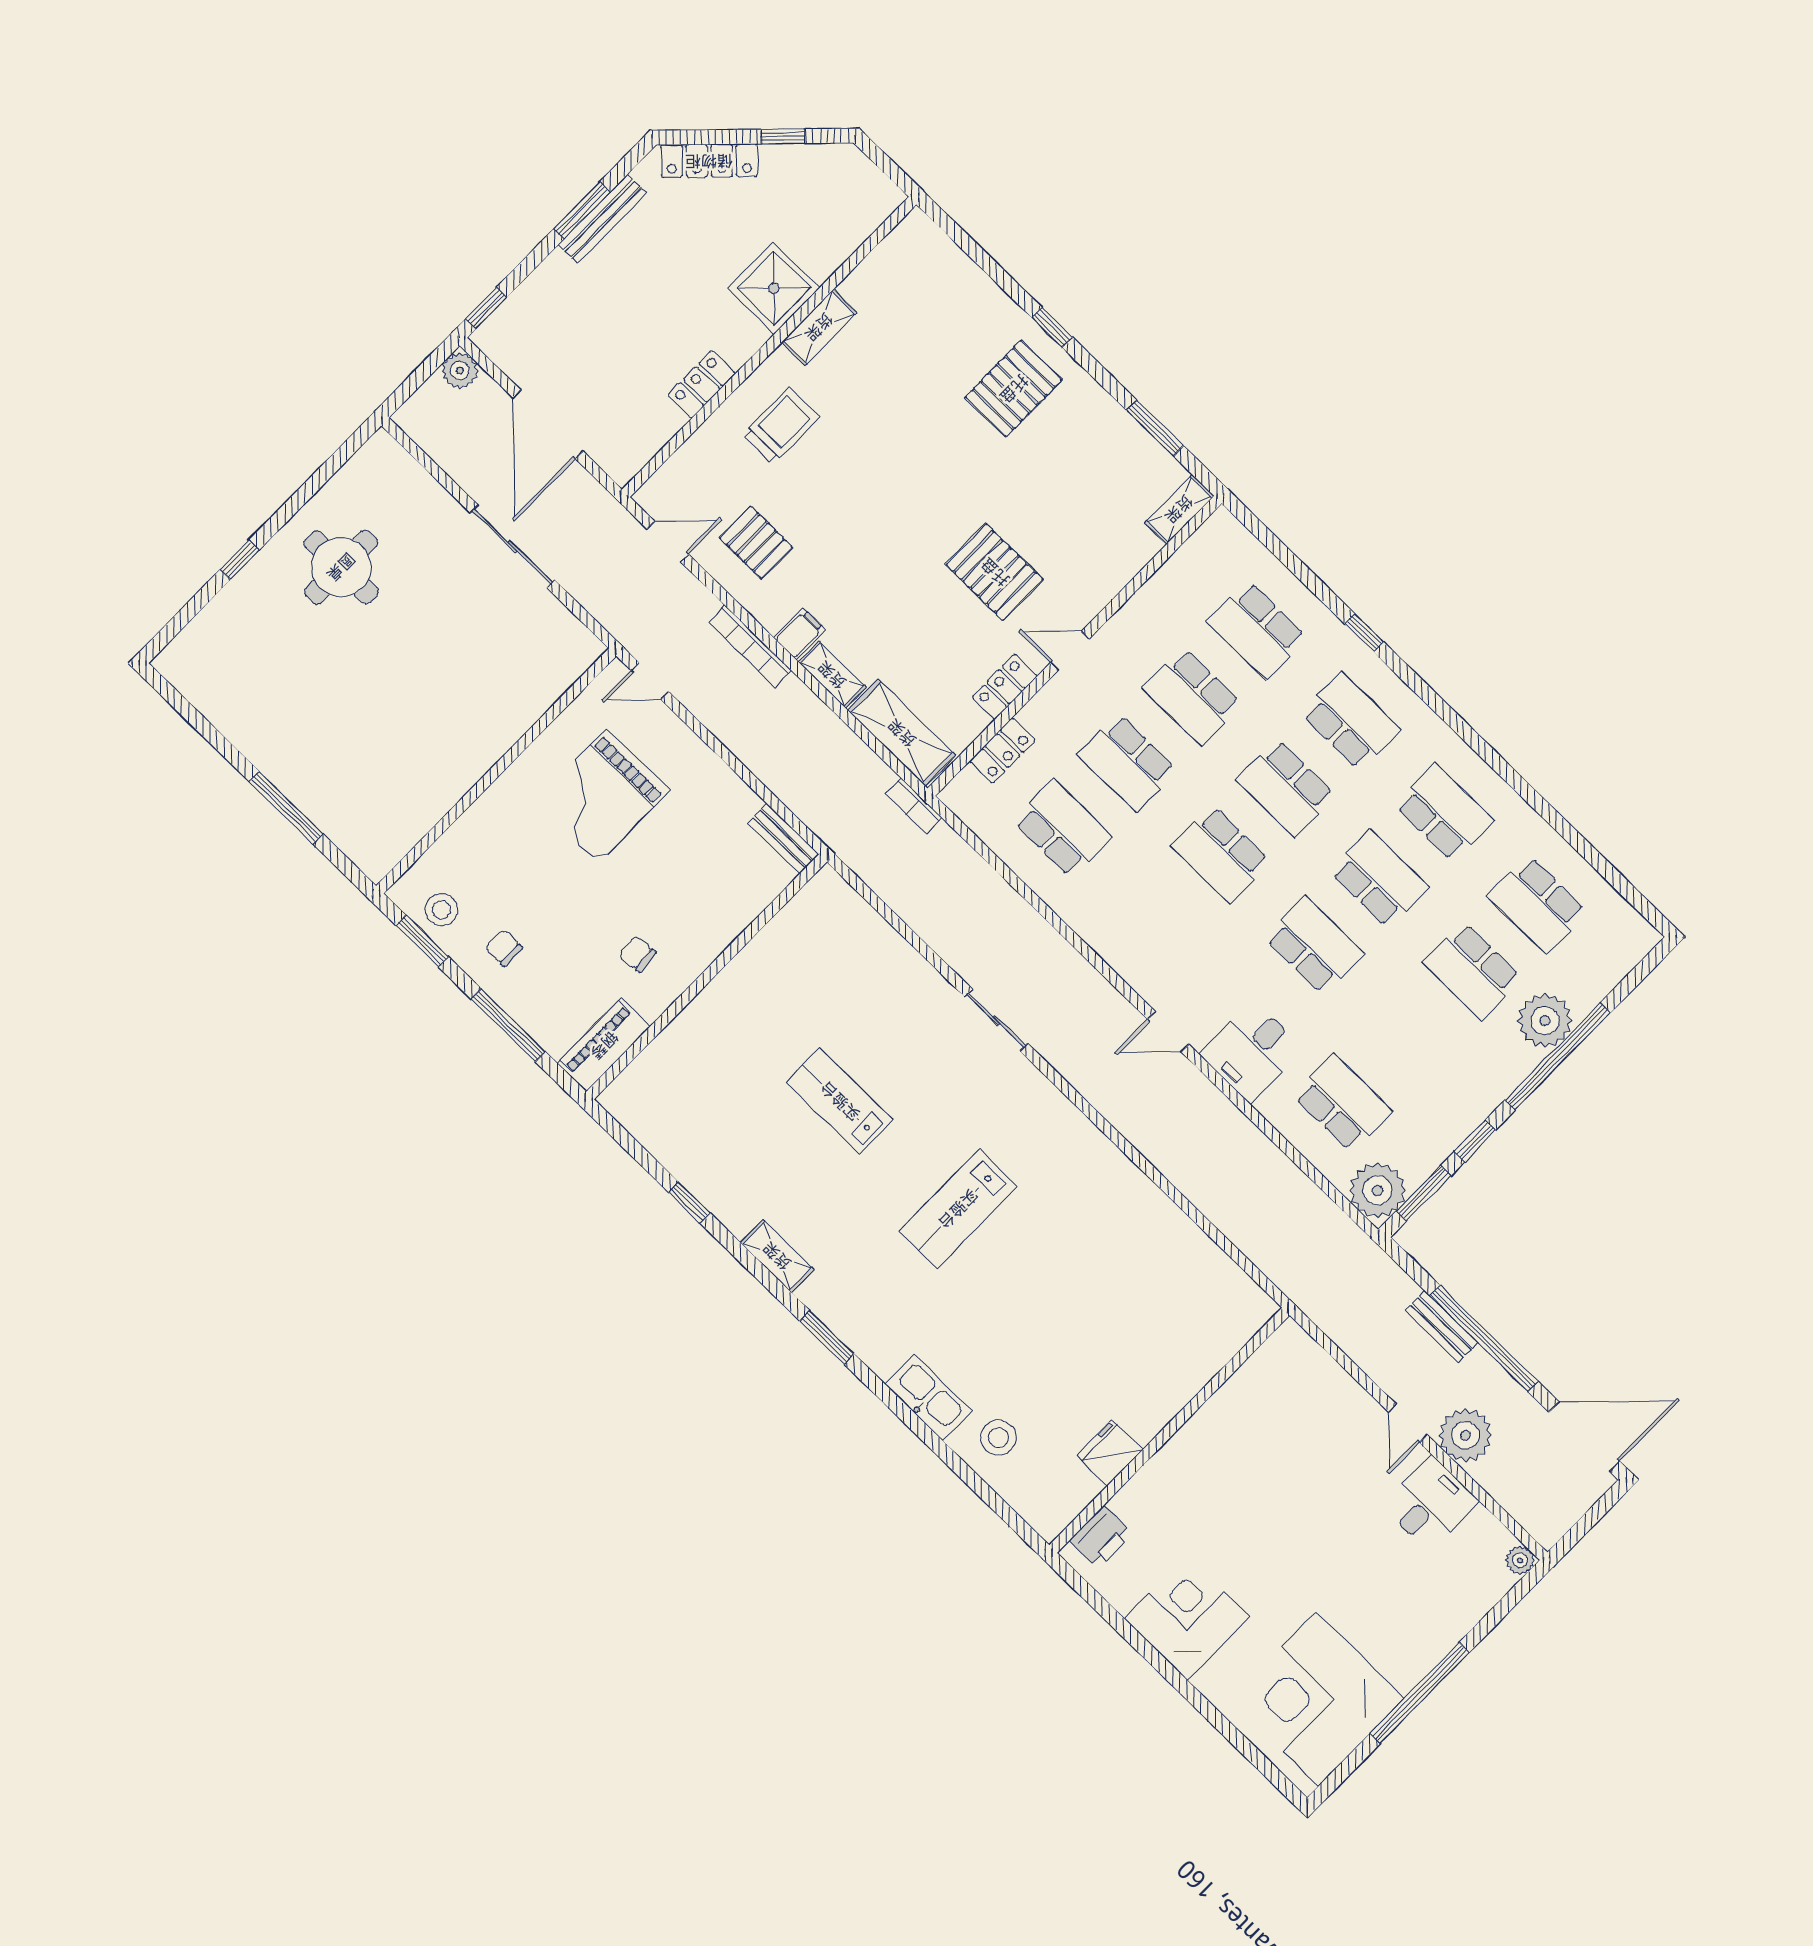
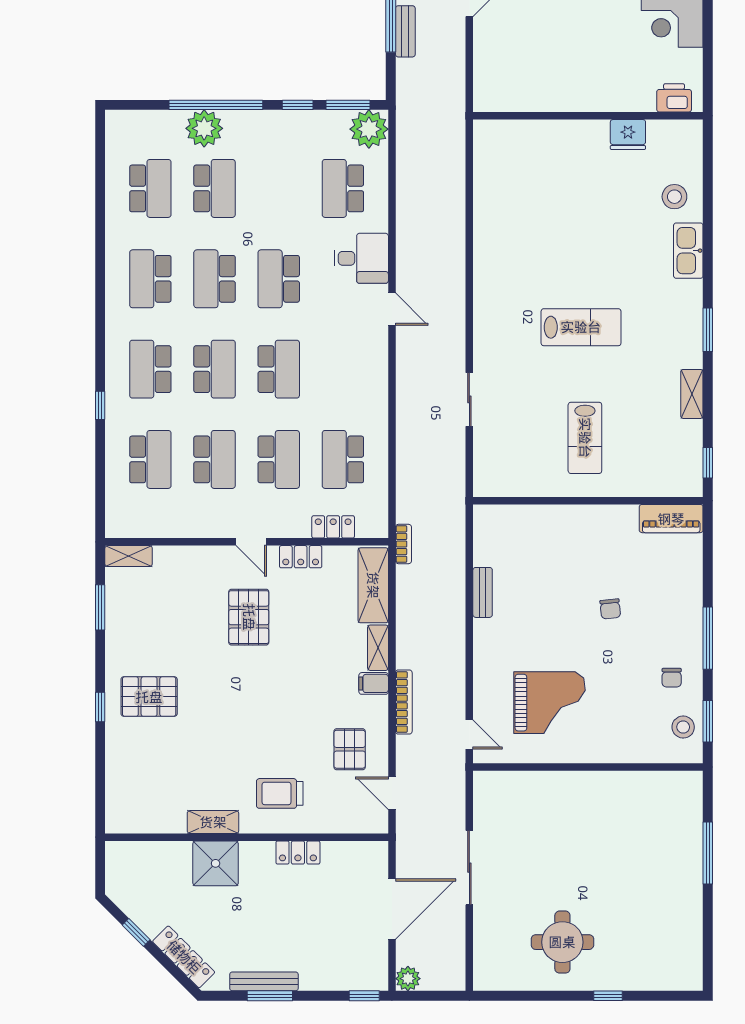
wall: (707, 977) -> (588, 501), moved
piano: (604, 1045) -> (671, 519), moved

